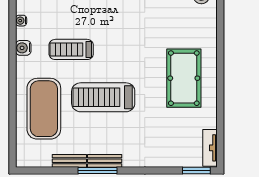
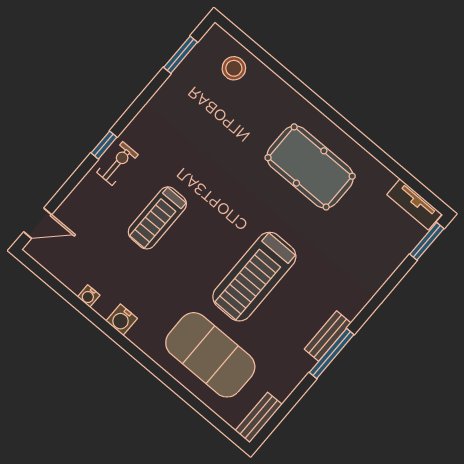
treadmill: (71, 49) -> (157, 218), moved
bench: (69, 161) -> (259, 418), moved

